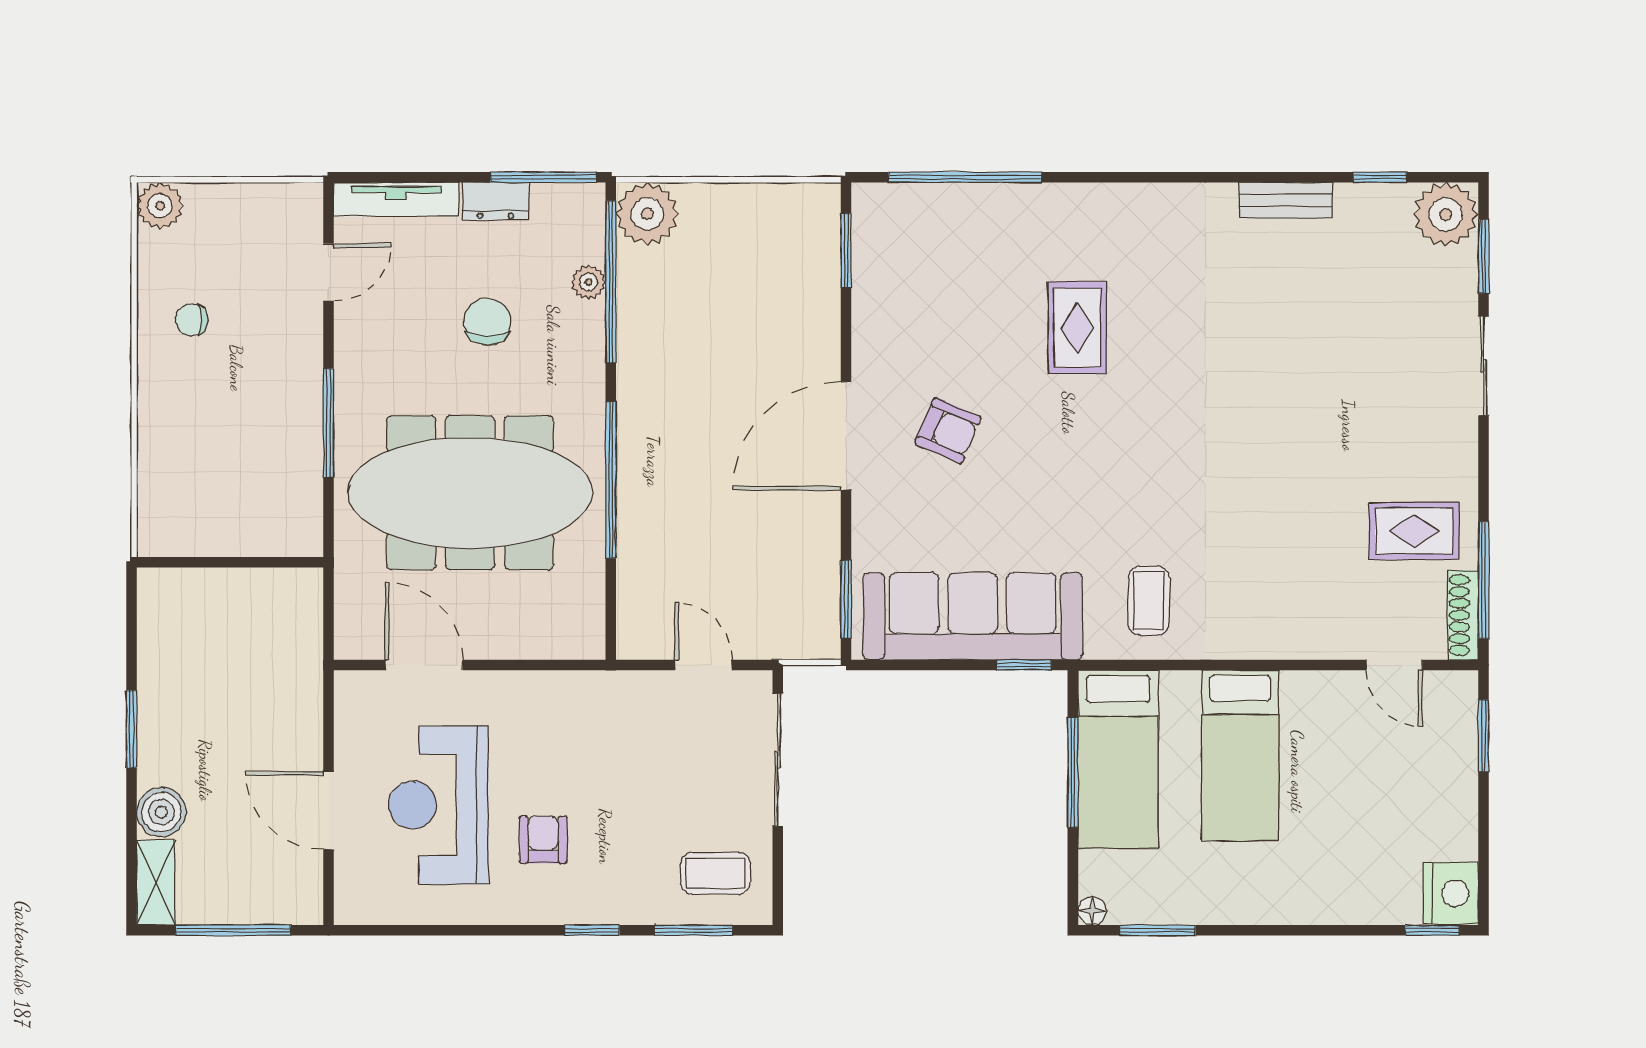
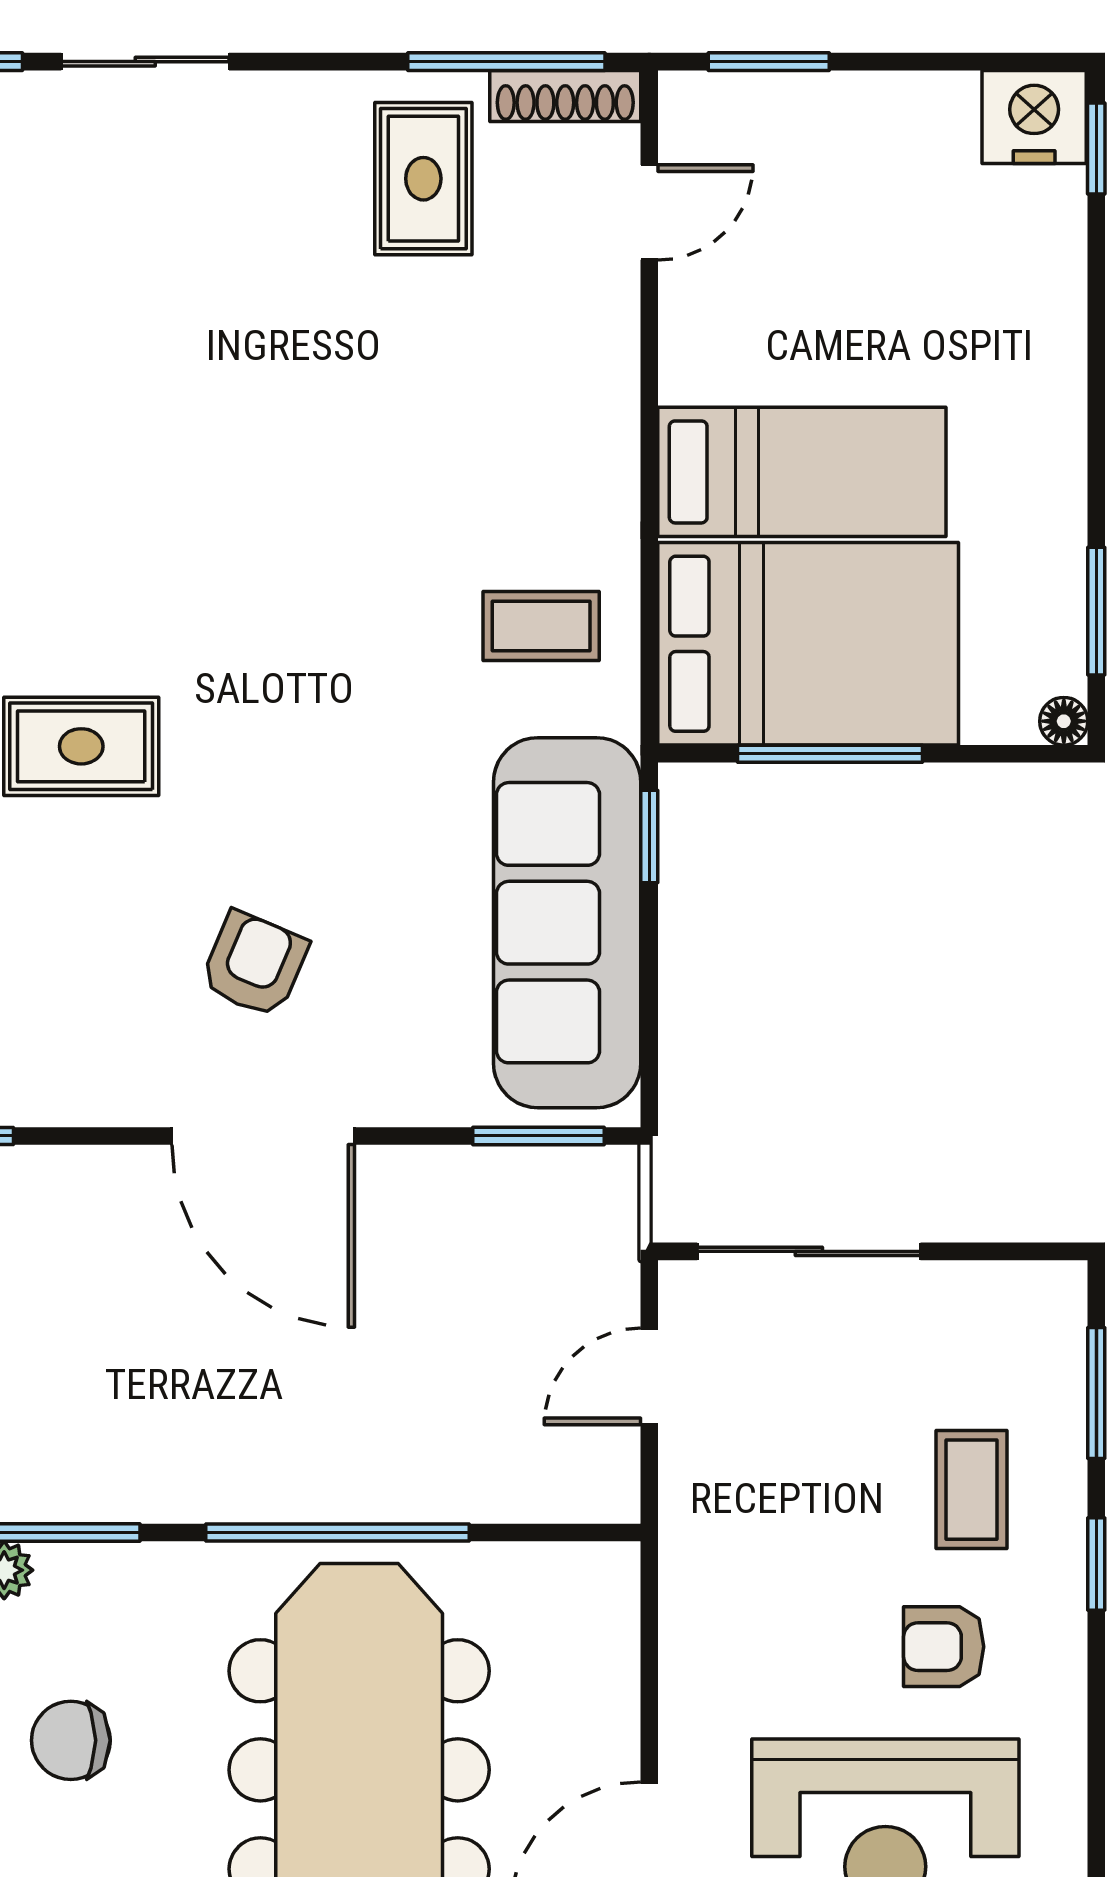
bed: (1118, 759) -> (808, 644), width x1.50
coffee table: (715, 873) -> (972, 1490), moved

